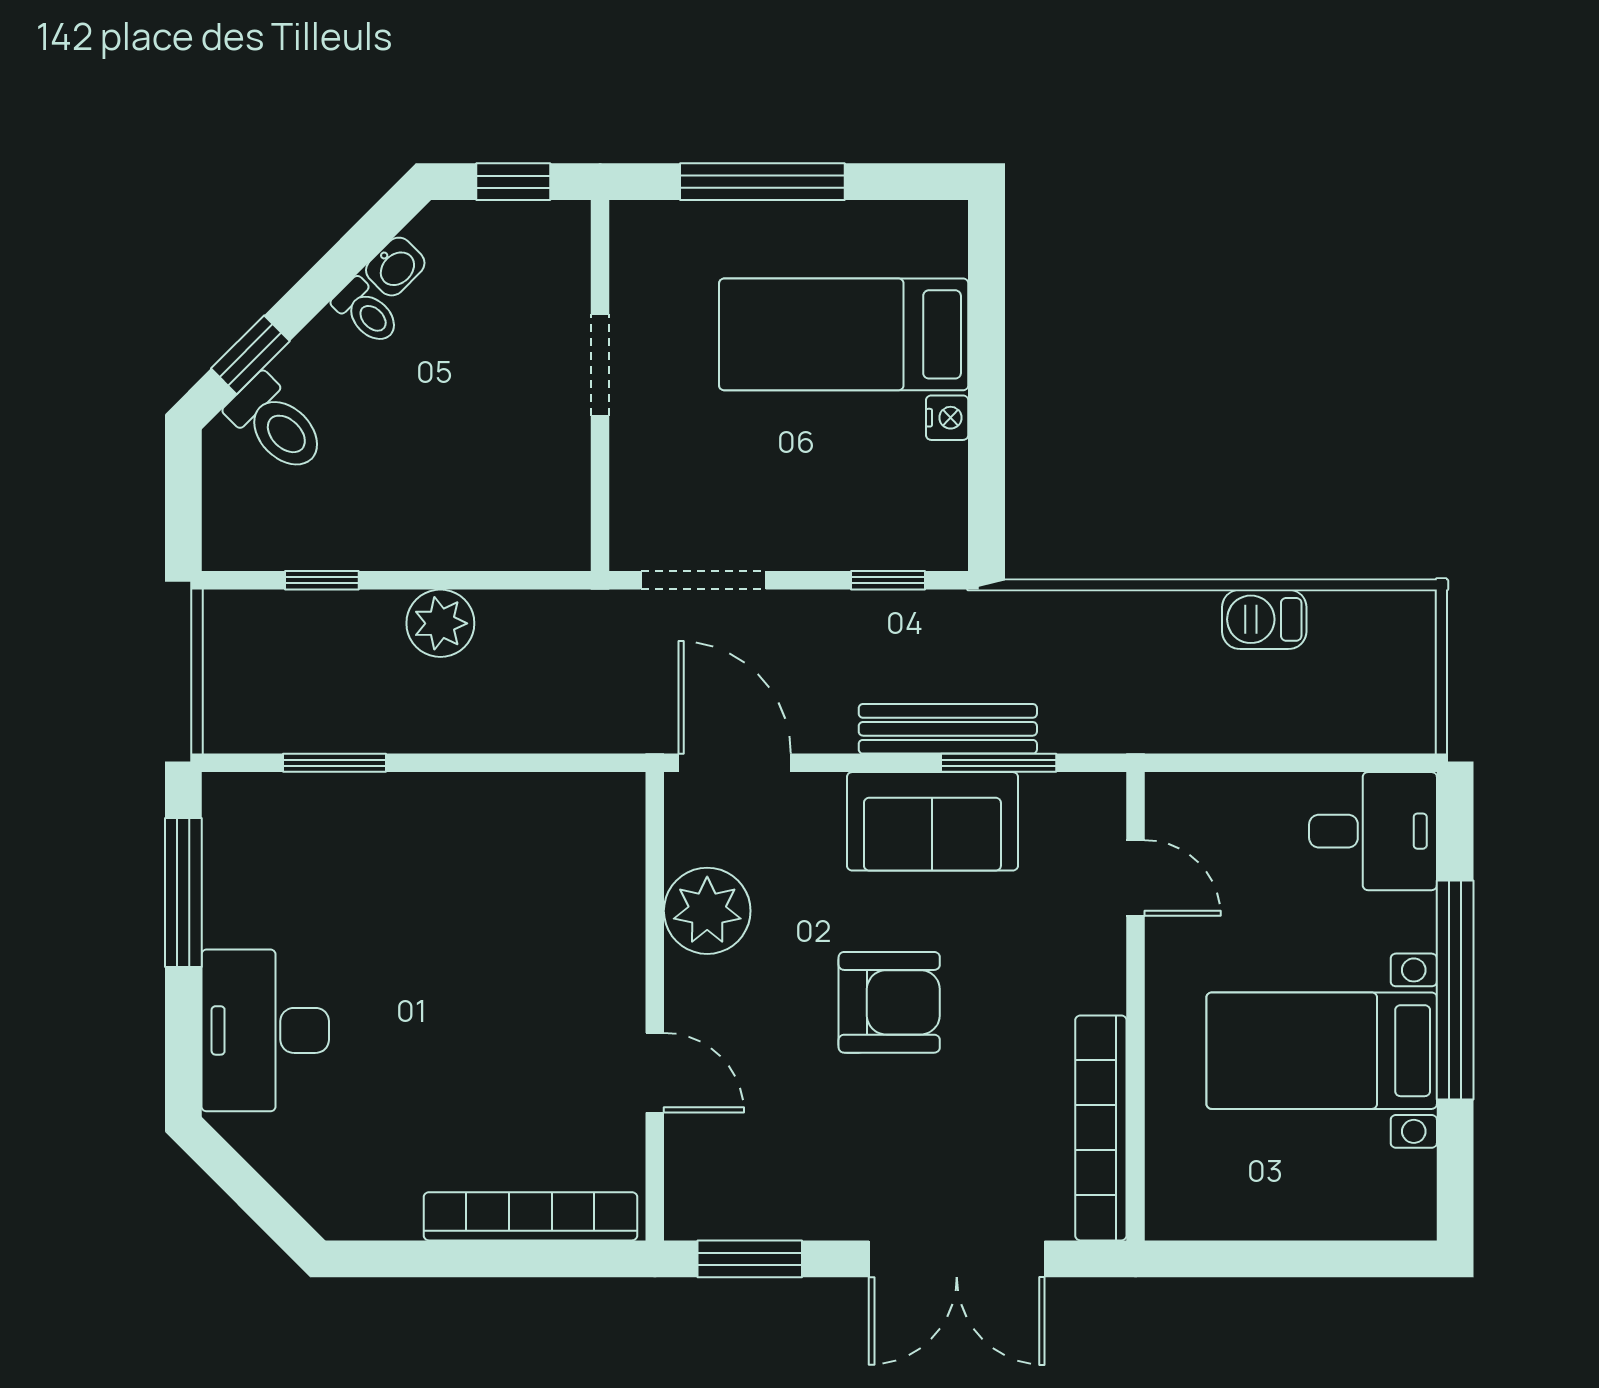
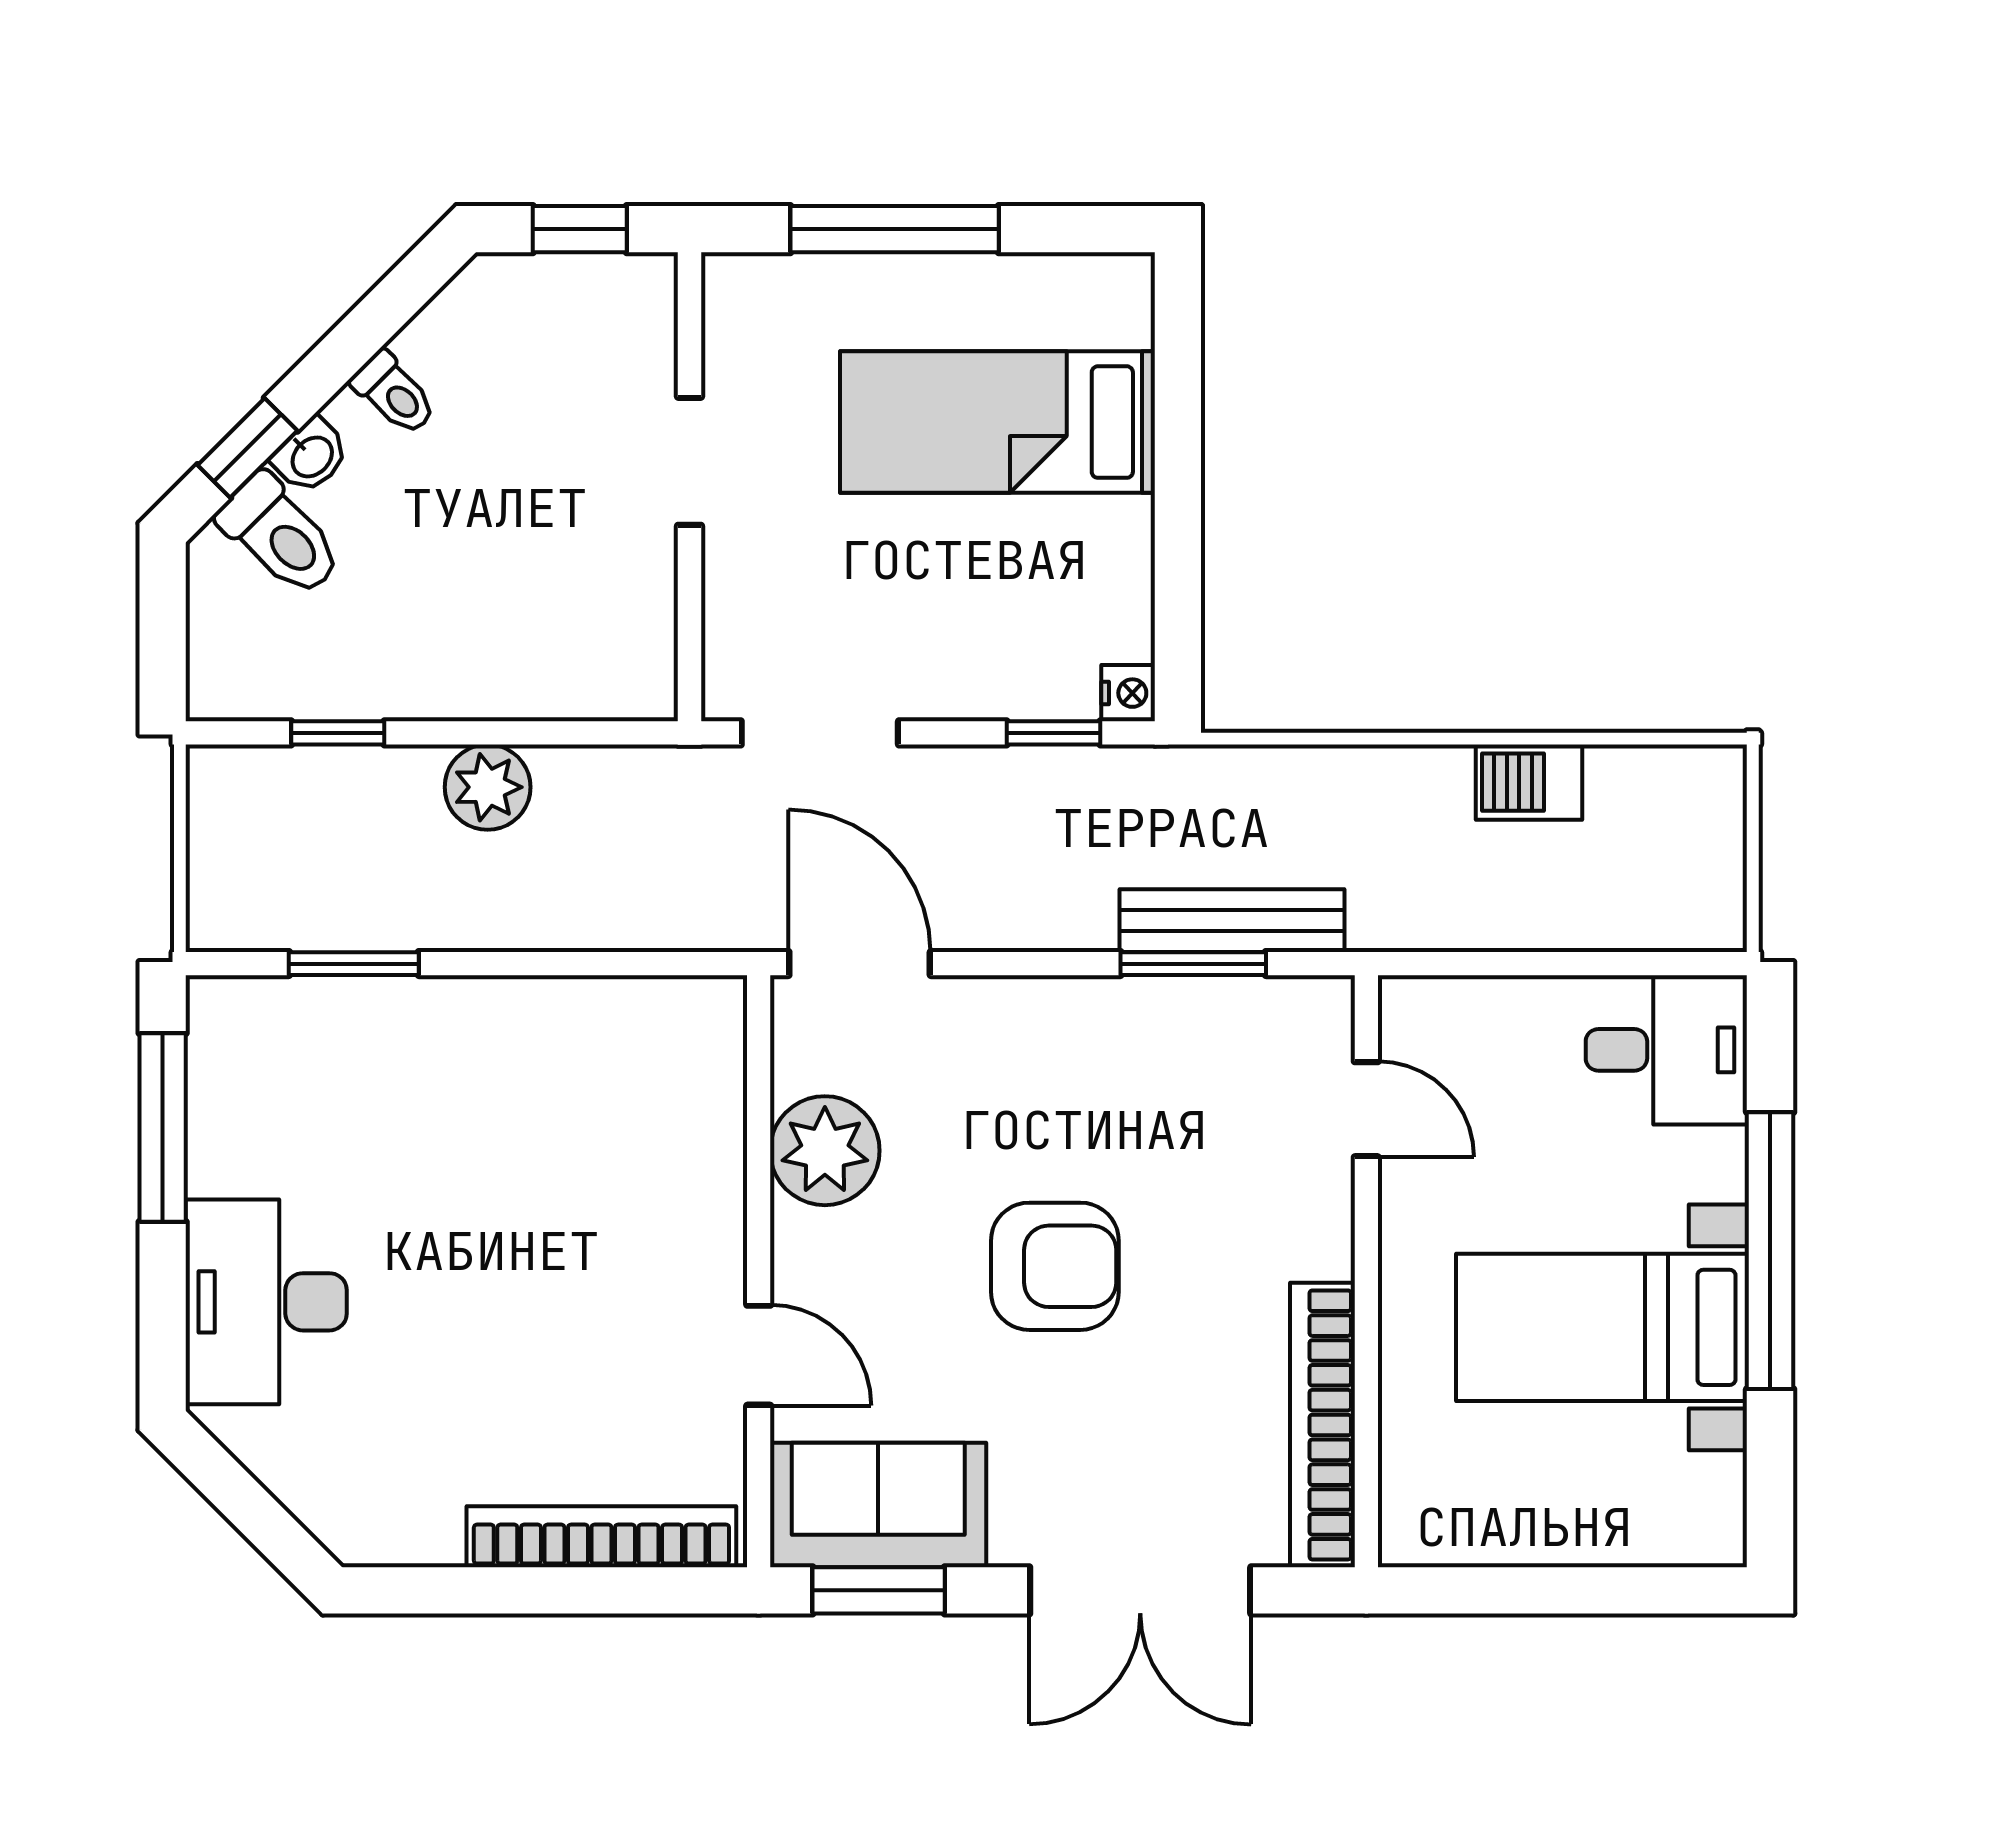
washbasin: (395, 267) -> (311, 456), moved
nightstand: (947, 418) -> (1128, 693), moved
bench: (948, 729) -> (1232, 921), moved
sofa: (932, 821) -> (878, 1505), moved, turned 180

